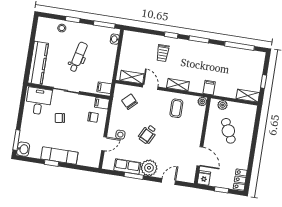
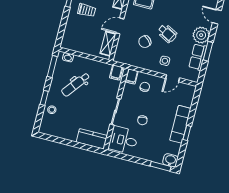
dental chair: (78, 57) -> (76, 84), moved, turned -65
kitchen counter: (38, 63) -> (92, 139), width x0.67
chair: (130, 102) -> (145, 42), moved
door: (104, 144) -> (173, 78), swing flipped

